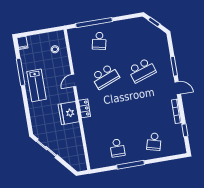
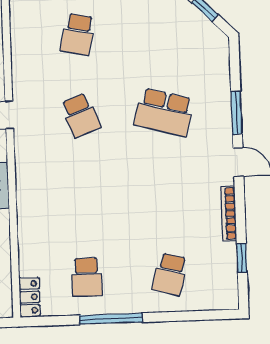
school desk: (142, 70) -> (164, 112), turned 33
school desk: (105, 77) -> (81, 115), width x0.54
locker: (85, 108) -> (30, 297), moved

